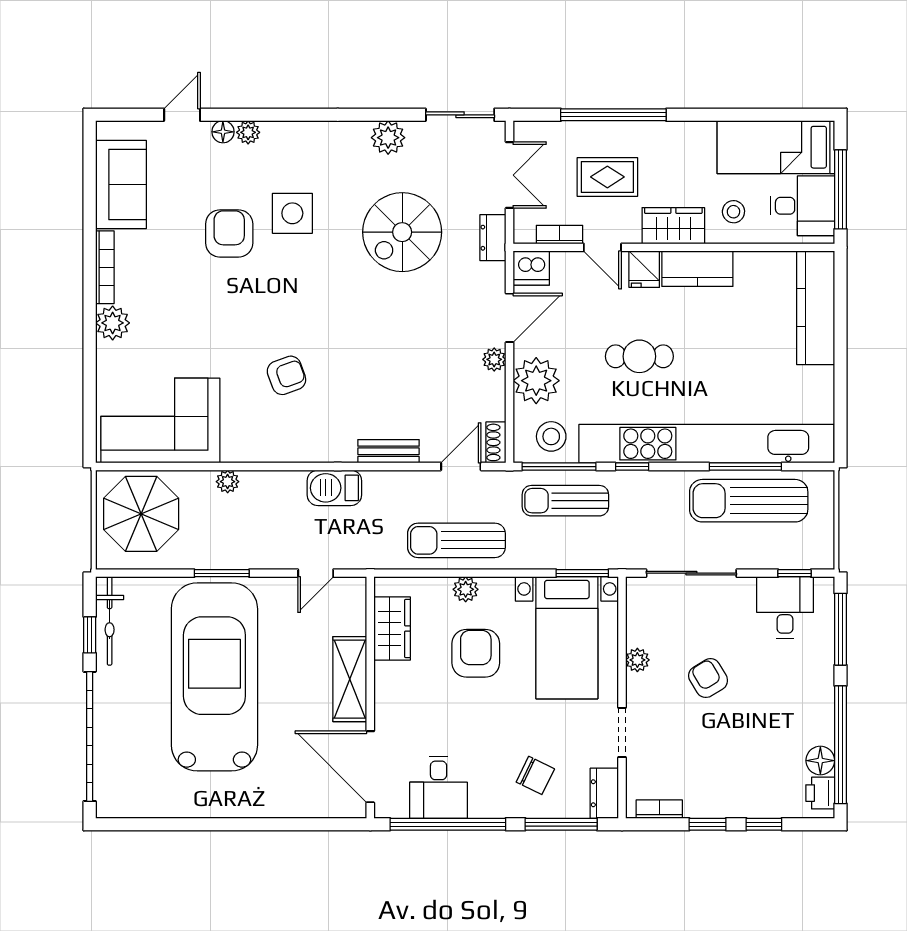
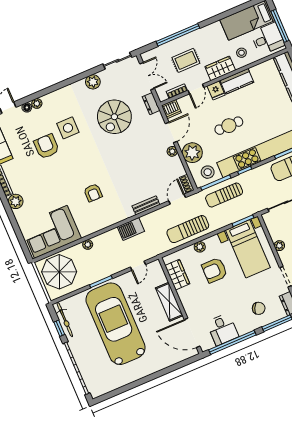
door: (602, 247) -> (196, 89), hinge flipped
armchair: (286, 375) -> (93, 193), turned 110
armchair: (476, 653) -> (215, 270), turned -90

